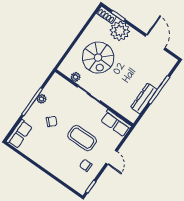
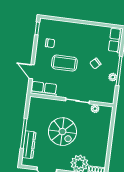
spiral stairs: (98, 58) -> (62, 132), moved, turned 180
dresser: (144, 98) -> (29, 145), moved
door: (111, 157) -> (32, 72), moved

